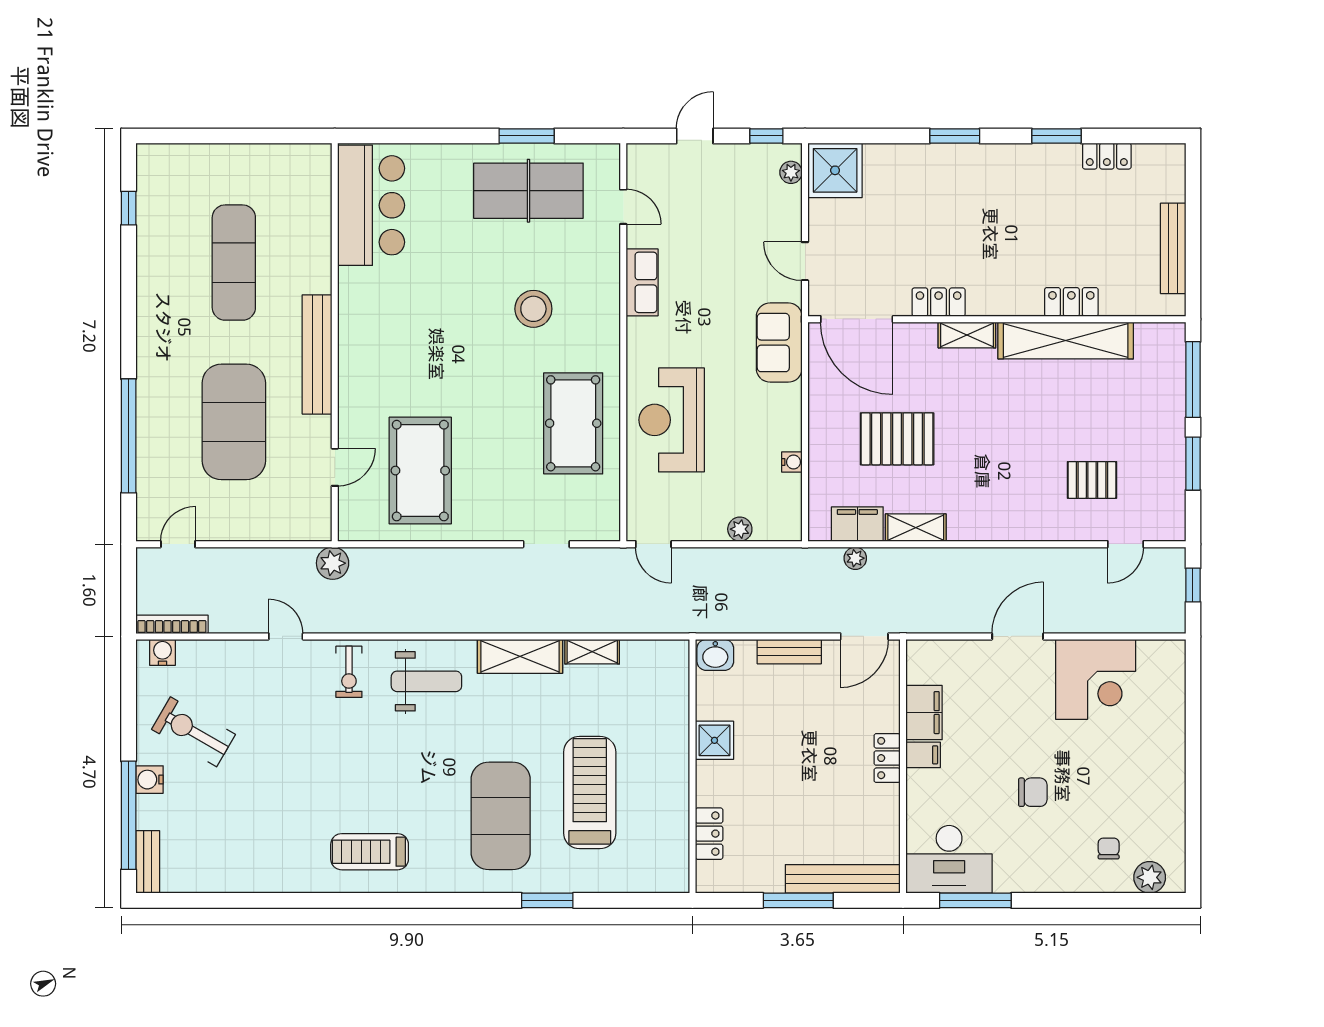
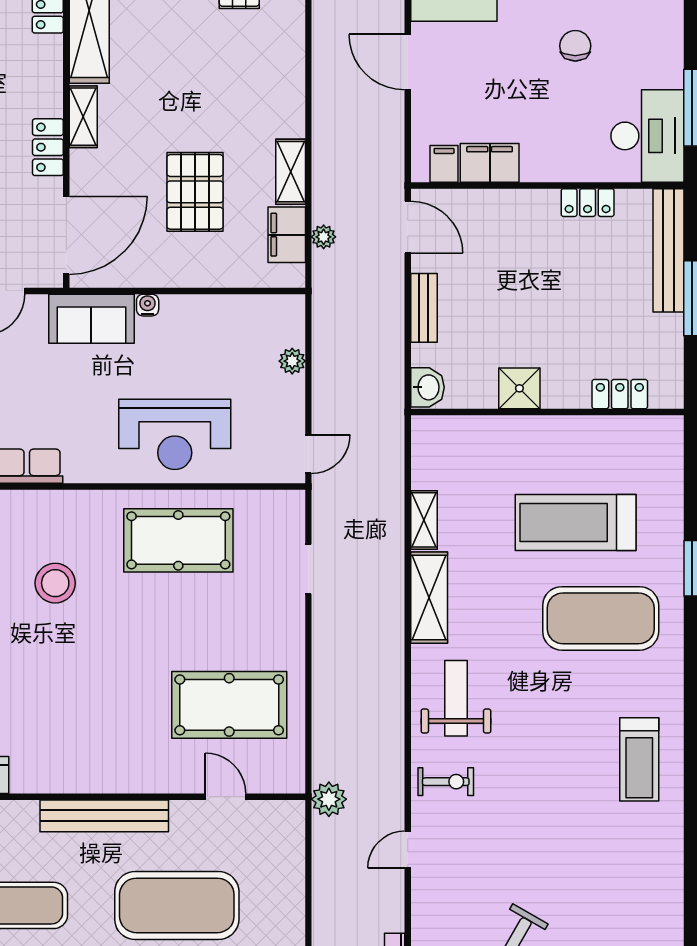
water cooler: (792, 462) -> (148, 305), moved
filing cabinet: (923, 755) -> (444, 164), moved
locker: (887, 758) -> (588, 203), moved

